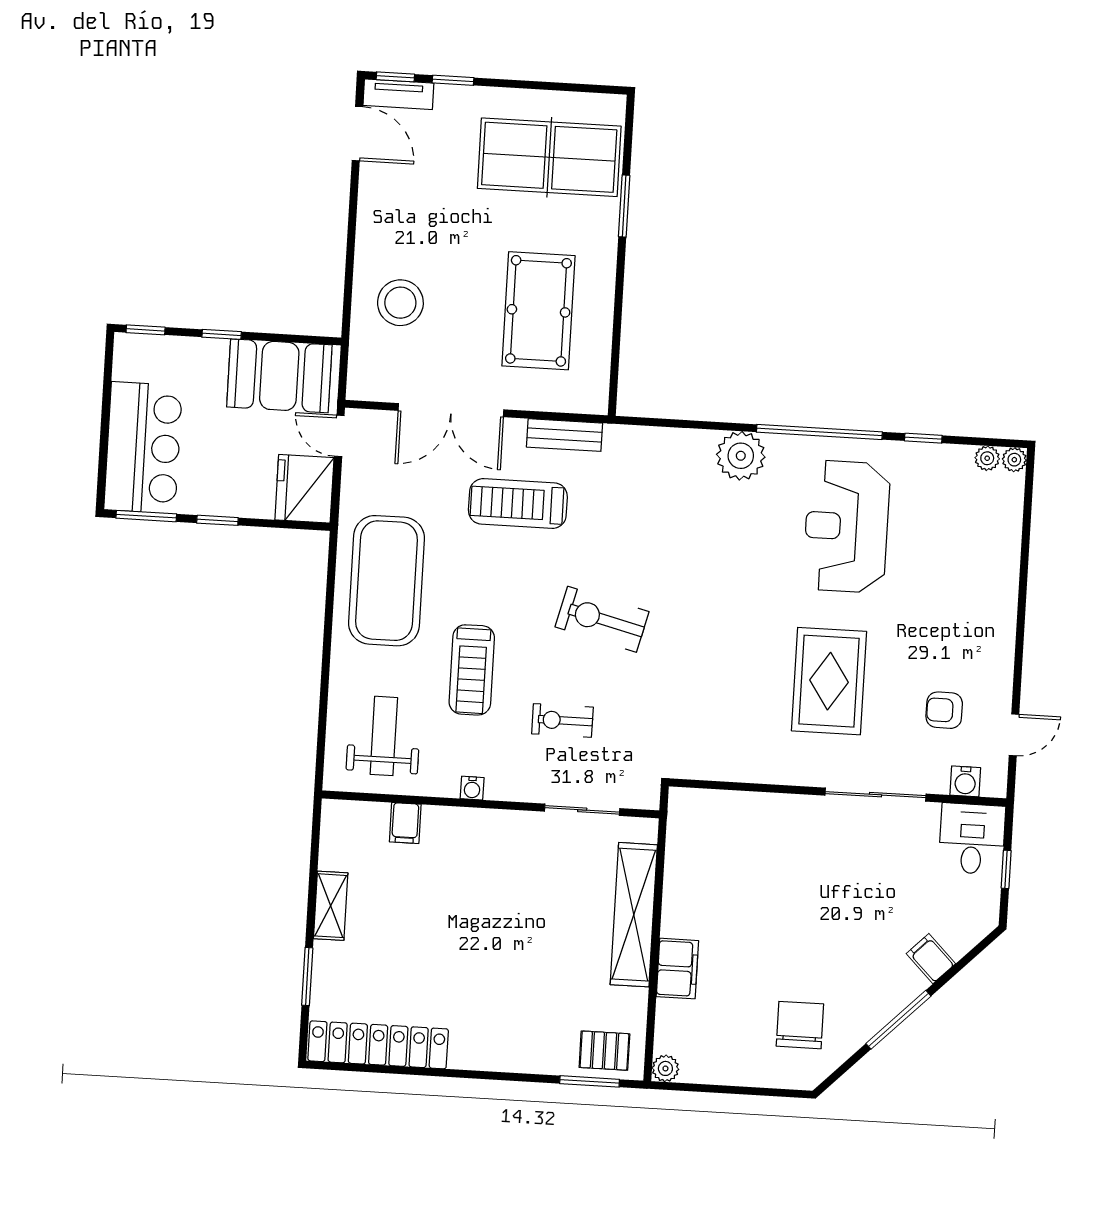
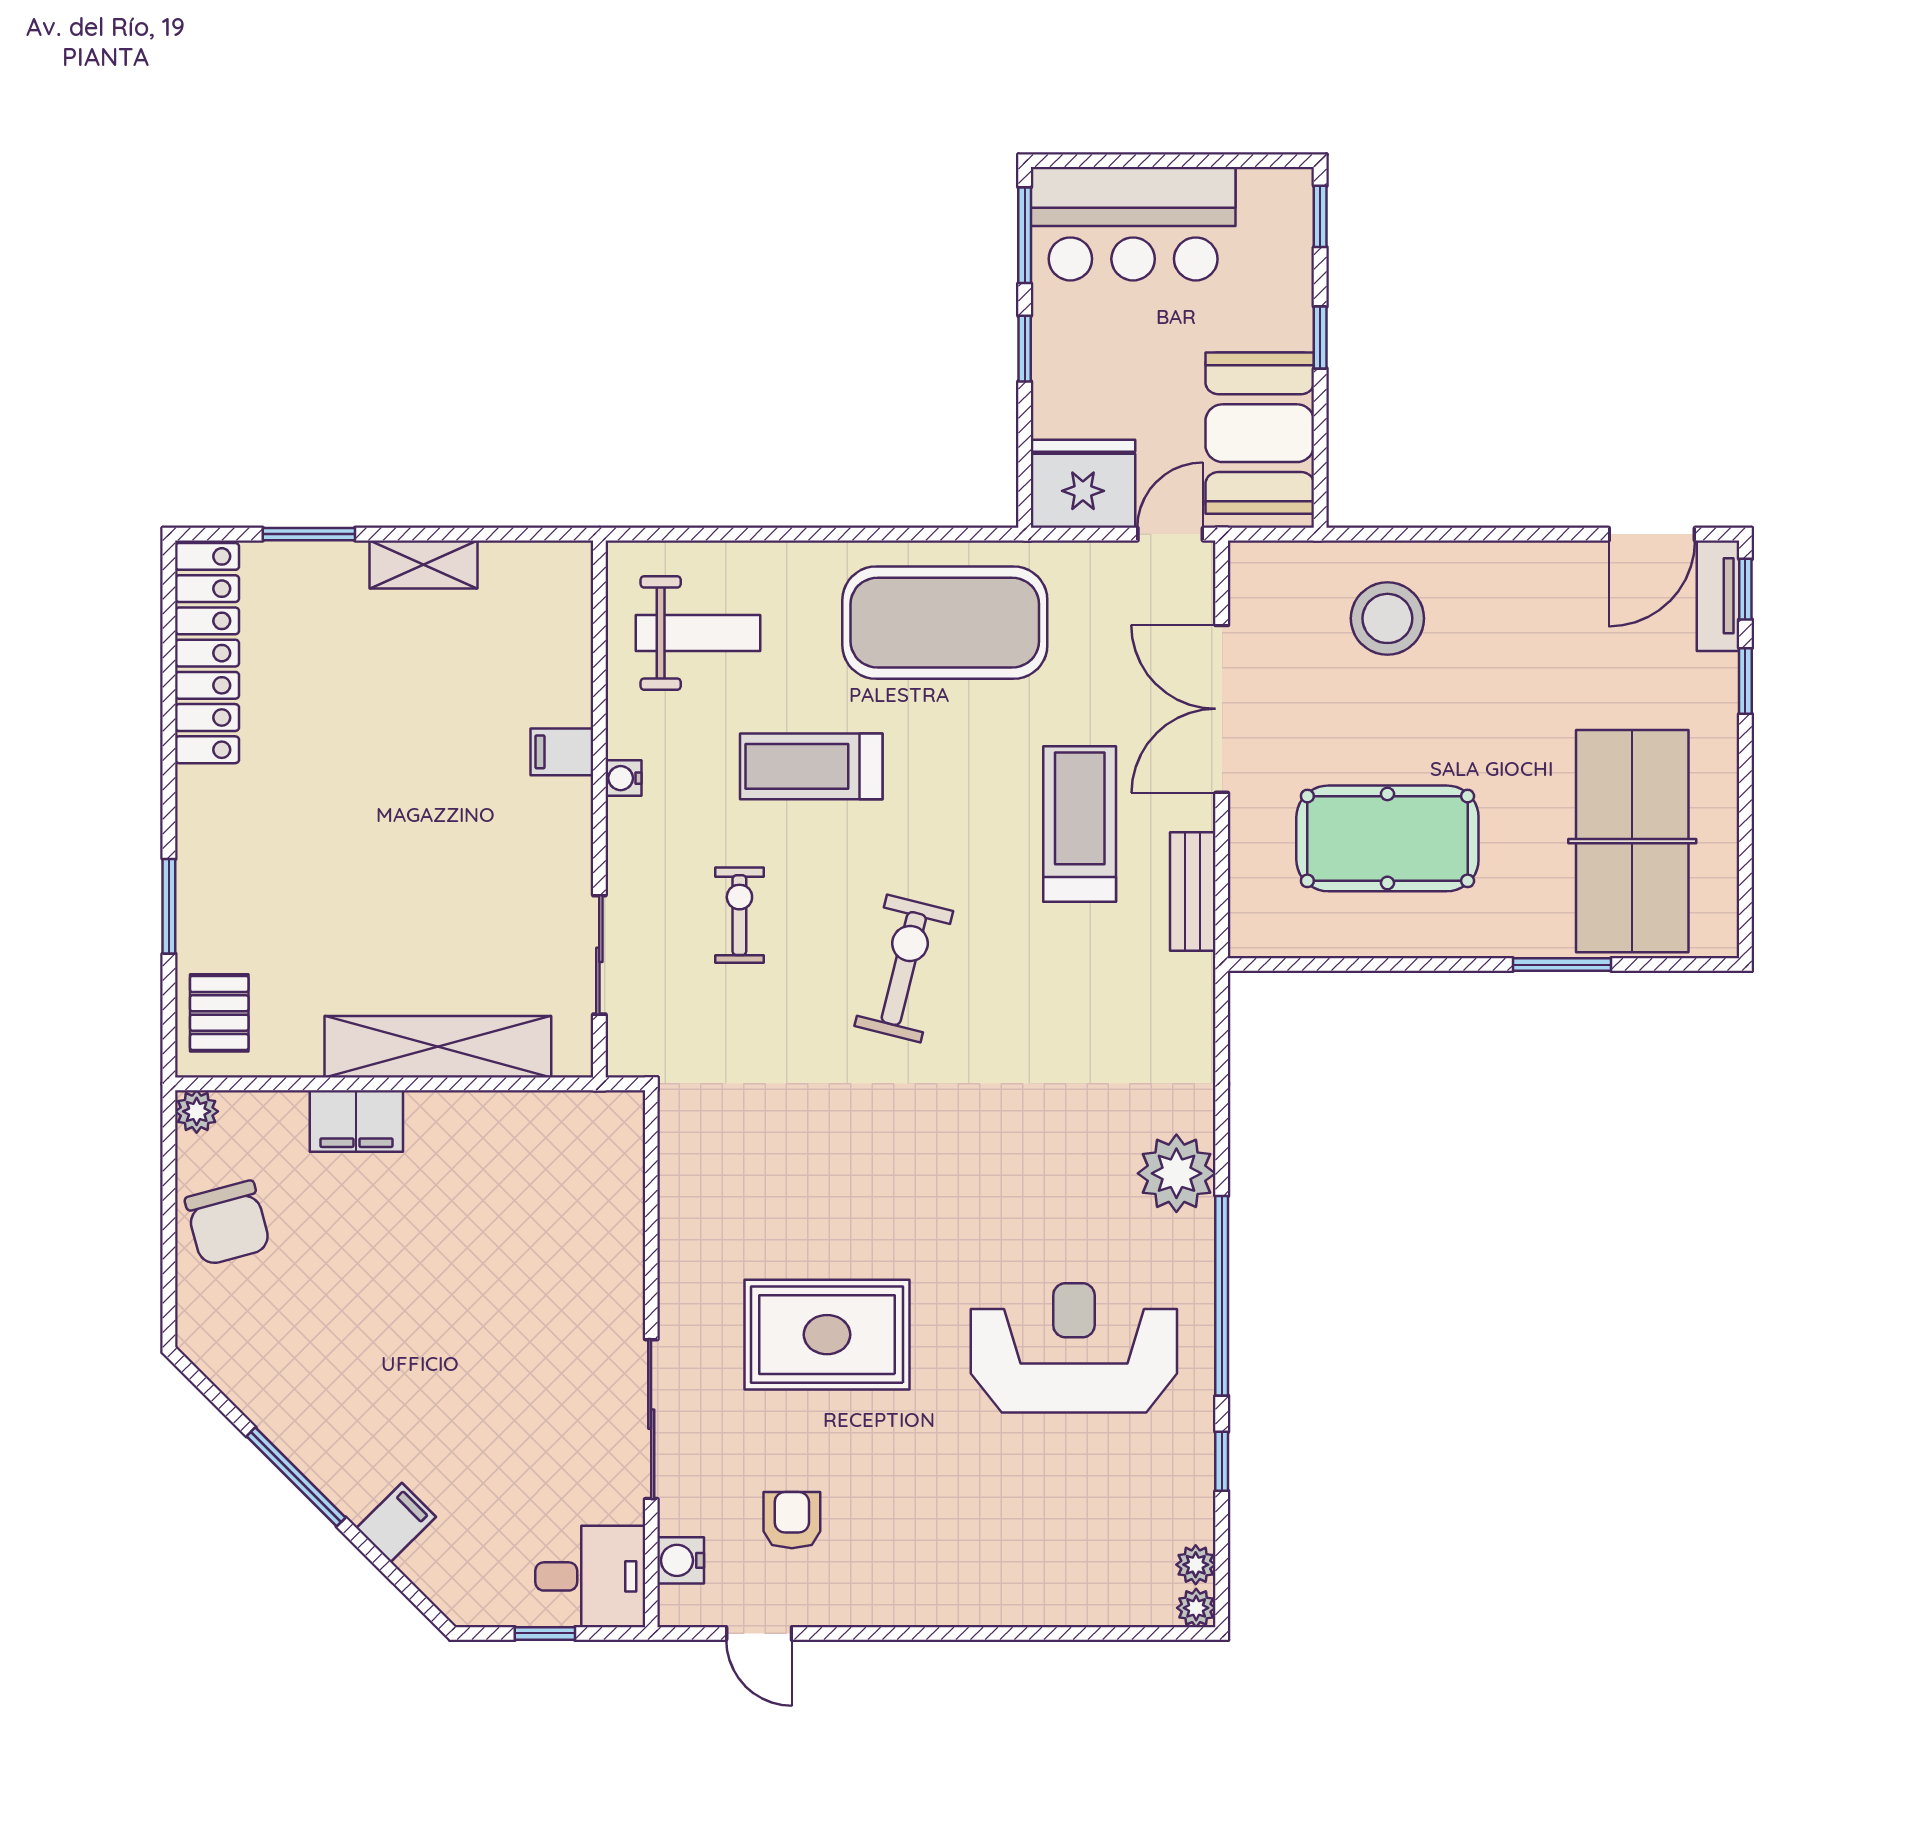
filing cabinet: (405, 823) -> (562, 752), moved
chair: (800, 1025) -> (228, 1223), moved, turned 75
window: (590, 1081) -> (169, 906), moved

